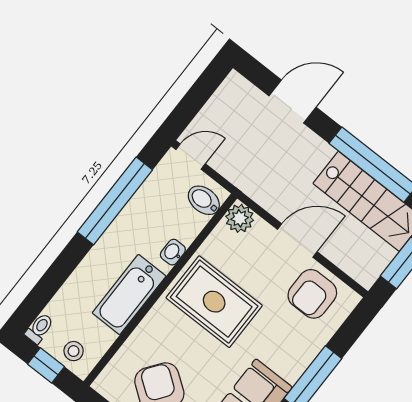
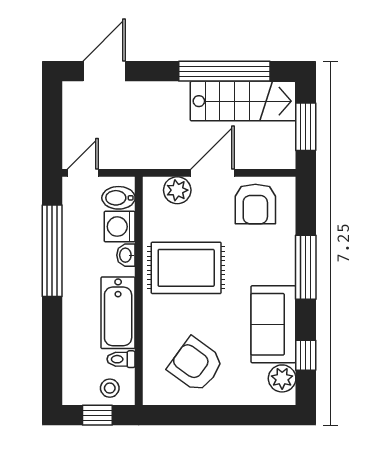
door: (293, 101) -> (104, 71), moved
plant: (240, 218) -> (177, 190), moved
washing machine: (186, 225) -> (120, 227), added
toilet: (39, 328) -> (121, 359), moved, turned -90

